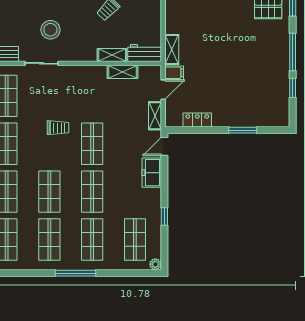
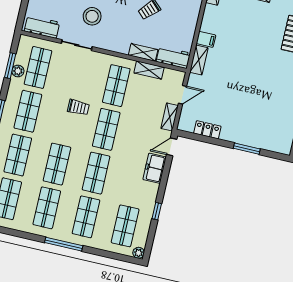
filing cabinet: (174, 73) -> (206, 39), moved
shop shelf: (92, 96) -> (116, 86), added

